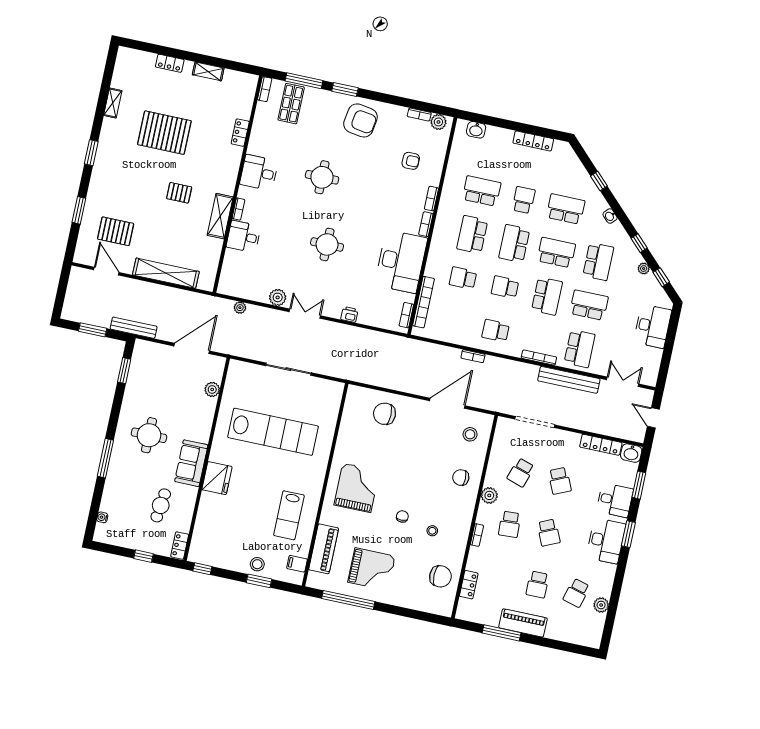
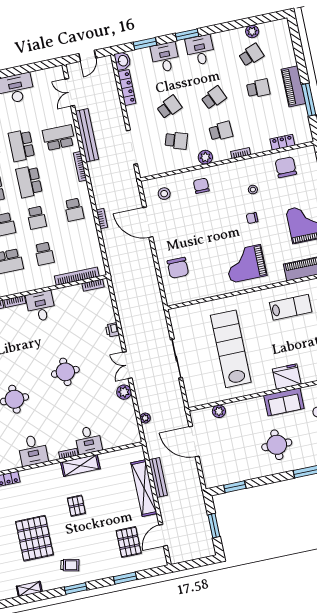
trolley: (119, 158) -> (70, 565), added
desk: (401, 262) -> (41, 306), width x0.53, depth x0.77
school desk: (547, 296) -> (29, 182), turned -90
bench: (134, 328) -> (158, 477), moved
chair: (461, 478) -> (201, 186), turned 180
desk: (606, 541) -> (200, 50), width x0.73
school desk: (576, 593) -> (251, 55), turned -36

